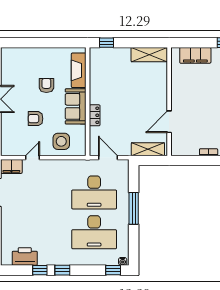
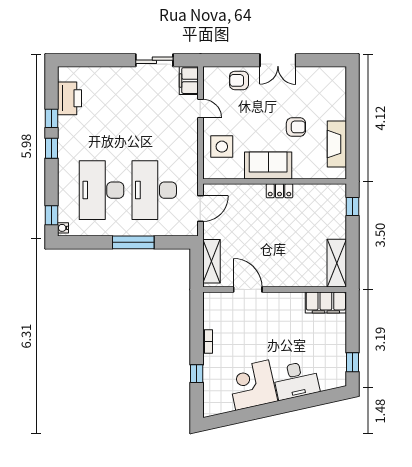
filing cabinet: (195, 55) -> (326, 302), moved, turned -90
fireplace: (79, 70) -> (337, 144), moved, turned -90
locker: (95, 115) -> (280, 191), moved
armchair: (36, 119) -> (239, 80), moved, turned -90

